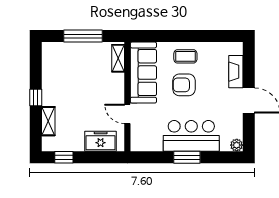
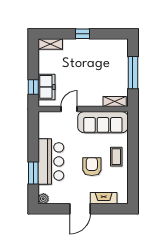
armchair: (184, 85) -> (92, 167), moved
shelving: (48, 121) -> (50, 44), moved
window: (64, 157) -> (33, 87), moved
window: (187, 157) -> (33, 173), moved

